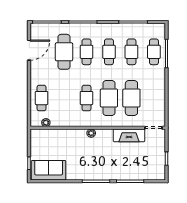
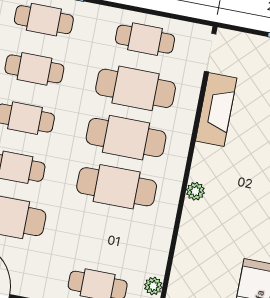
cafe table: (86, 98) -> (117, 187), width x1.37, depth x1.35
cafe table: (154, 98) -> (145, 39), added

